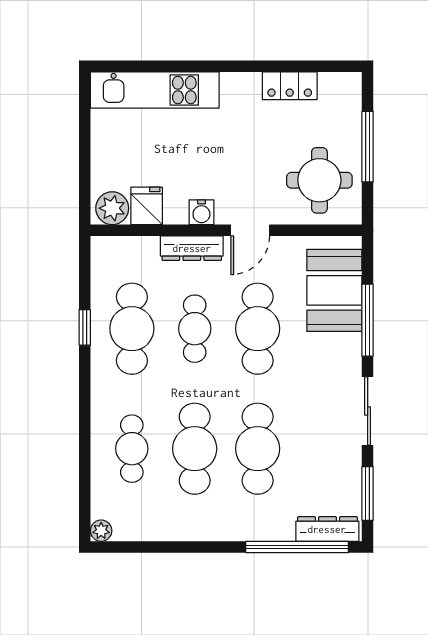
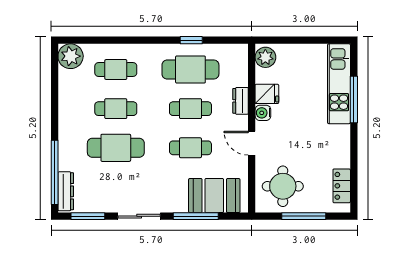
window: (180, 66) -> (354, 99), added
locker: (290, 86) -> (342, 186), moved
fridge: (147, 206) -> (267, 94), moved
dresser: (192, 248) -> (241, 101), width x0.70
cafe table: (258, 329) -> (190, 148), width x0.73, depth x0.74
cafe table: (195, 449) -> (116, 109), width x0.73, depth x0.74
plant: (101, 531) -> (71, 56), width x1.88, depth x1.88

